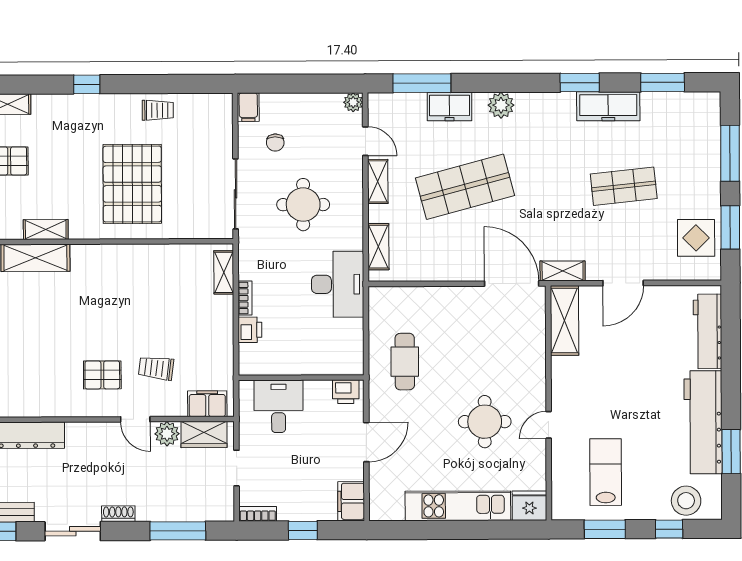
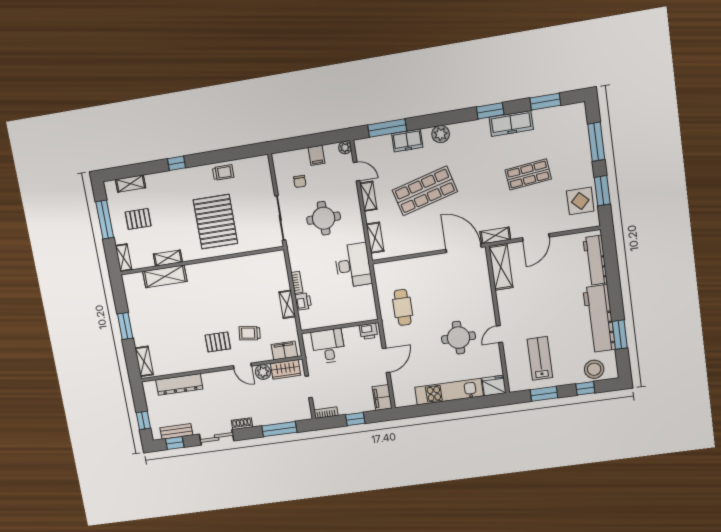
filing cabinet: (248, 107) -> (317, 155), moved
shelving: (224, 272) -> (287, 304), moved

